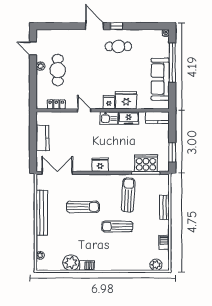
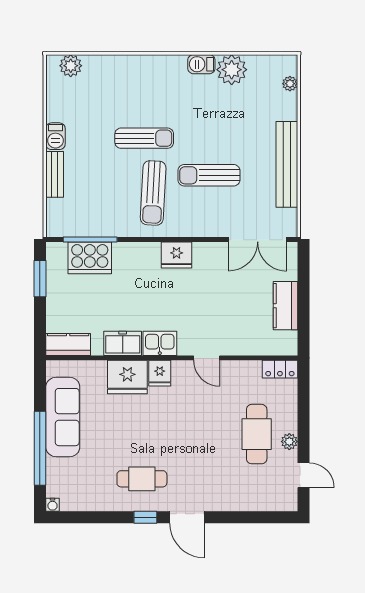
locker: (56, 104) -> (280, 369), moved
sun lounger: (128, 195) -> (153, 193), moved
barbecue: (164, 242) -> (55, 136), moved

